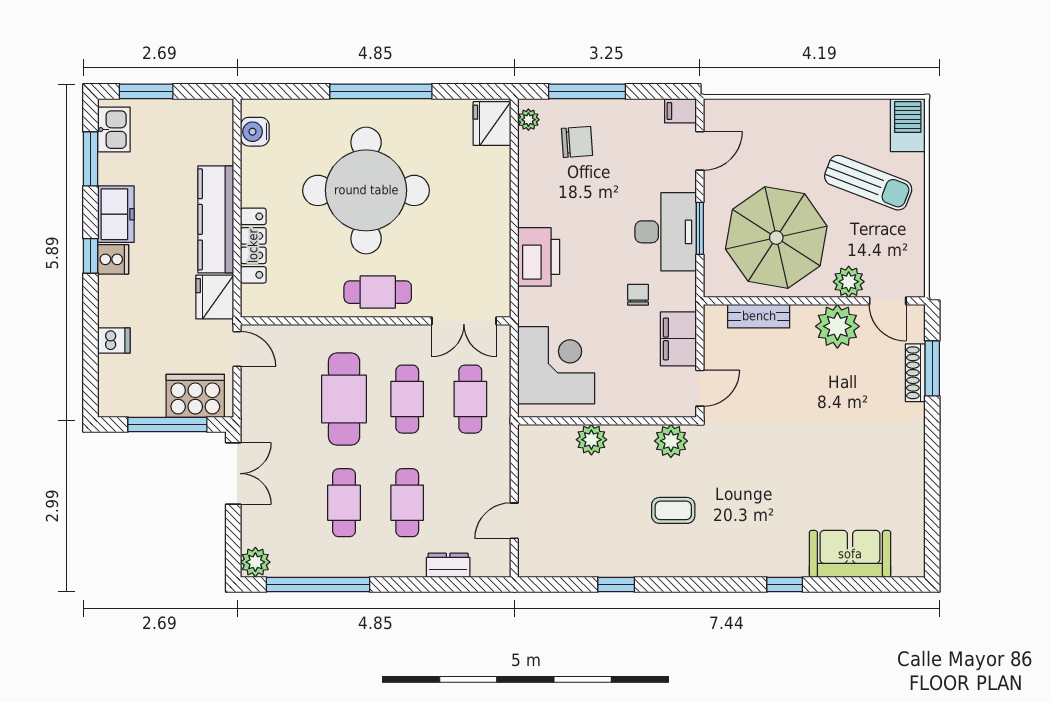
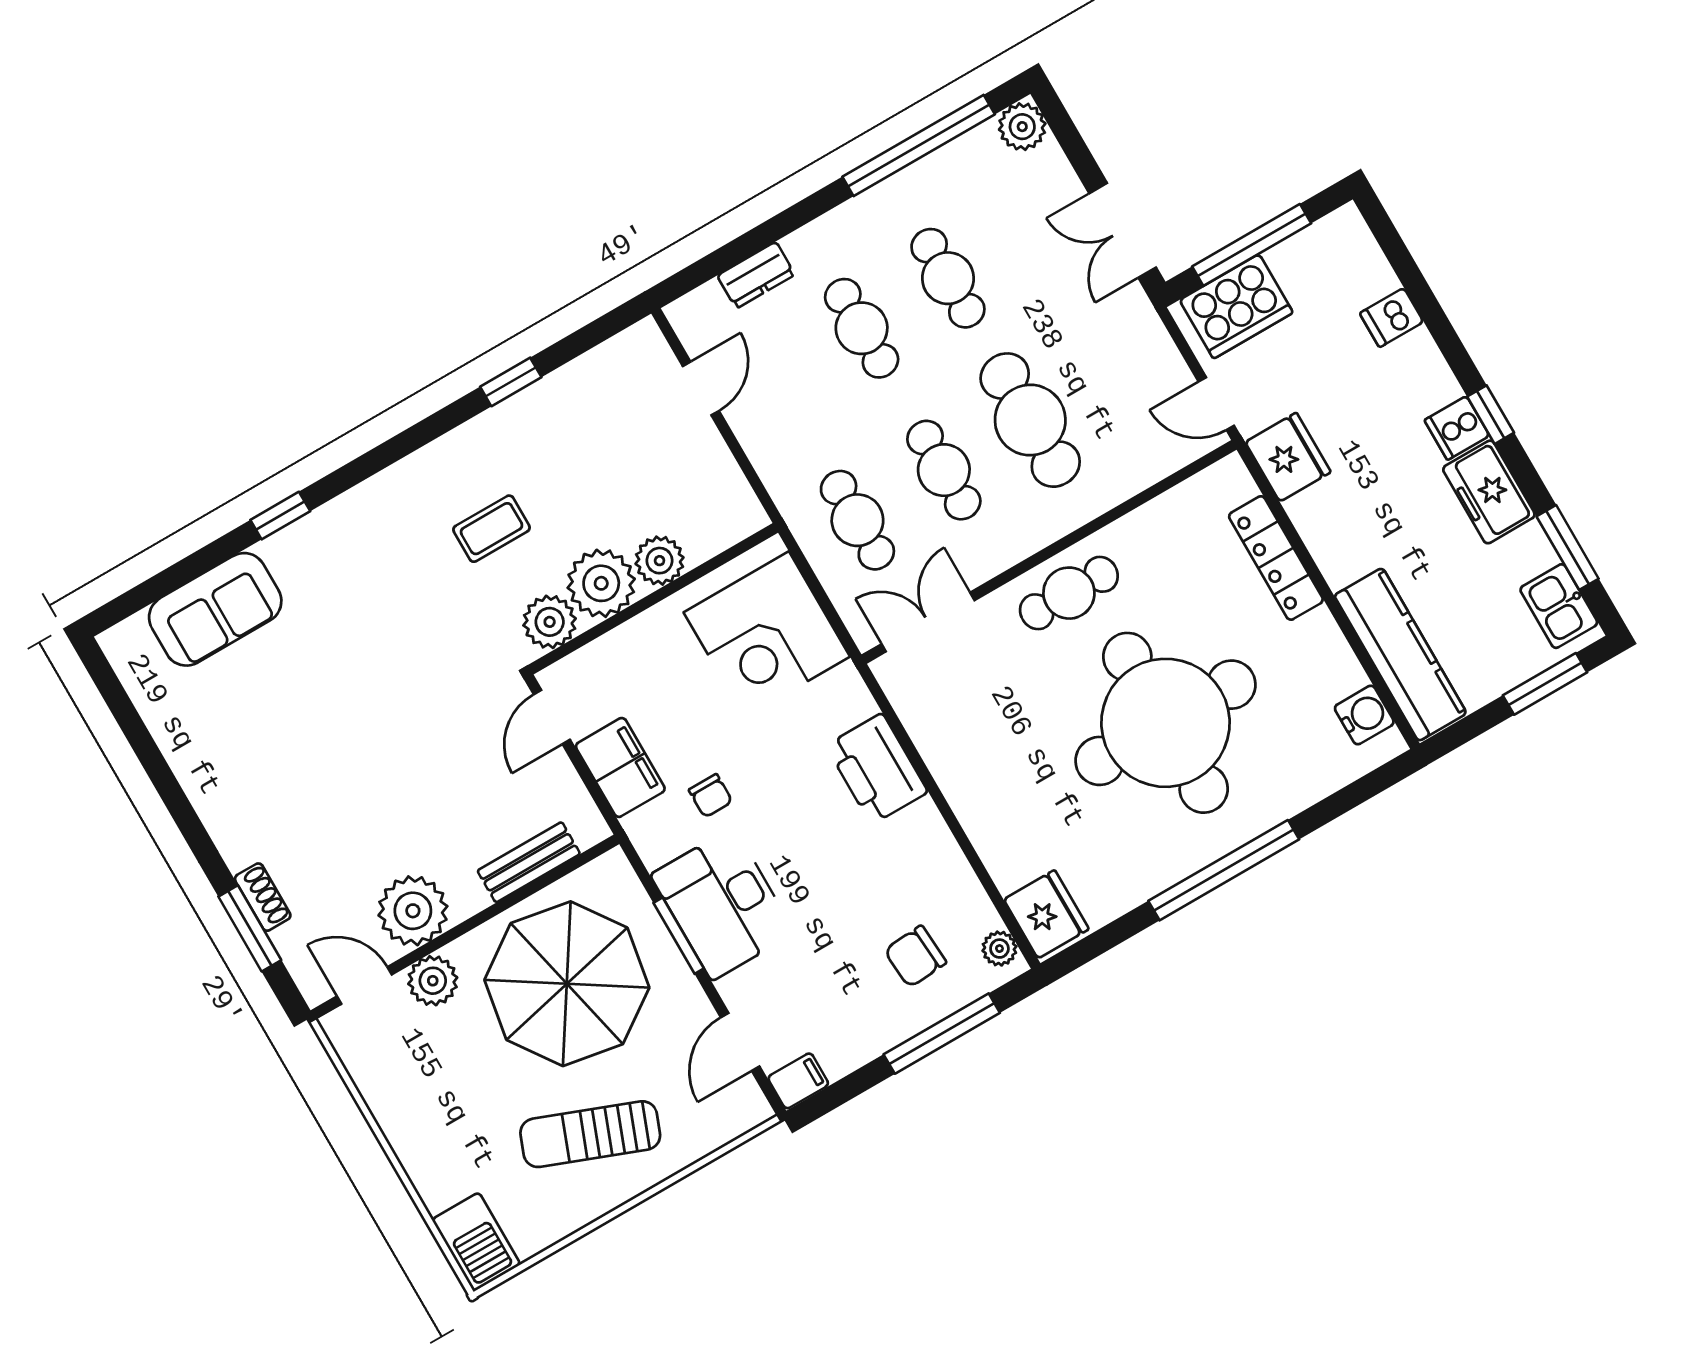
sun lounger: (868, 183) -> (590, 1134), moved
kitchen counter: (216, 219) -> (1400, 654), moved
shoe rack: (915, 373) -> (263, 897), width x0.70
plant: (631, 446) -> (601, 583), added

